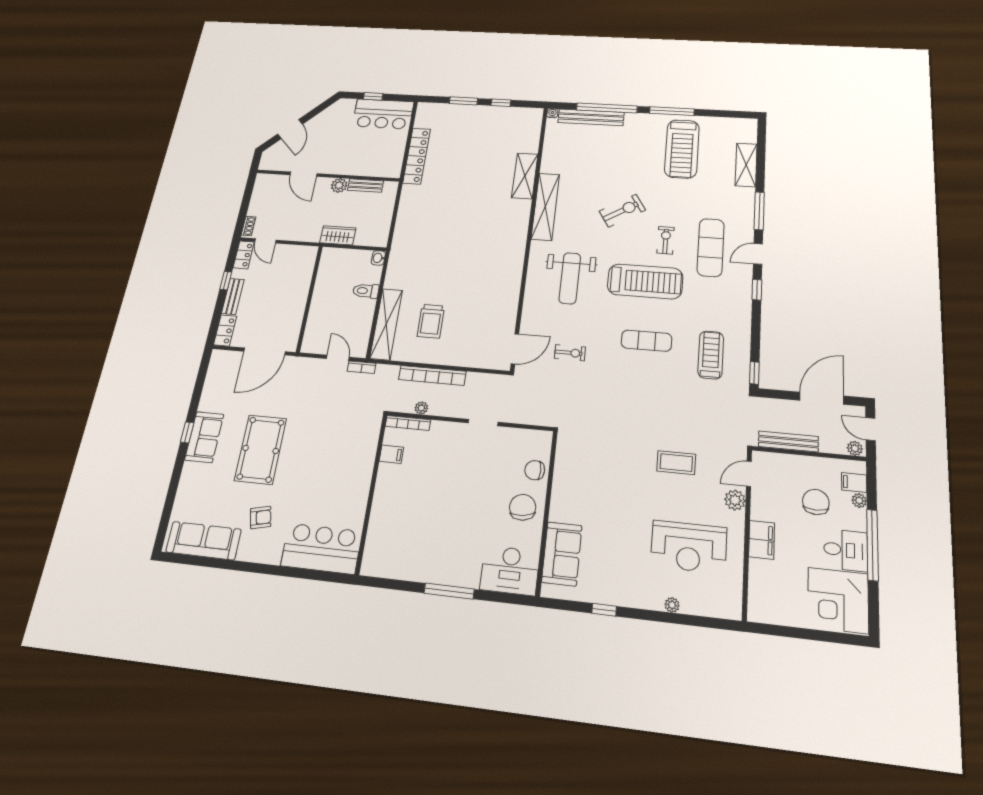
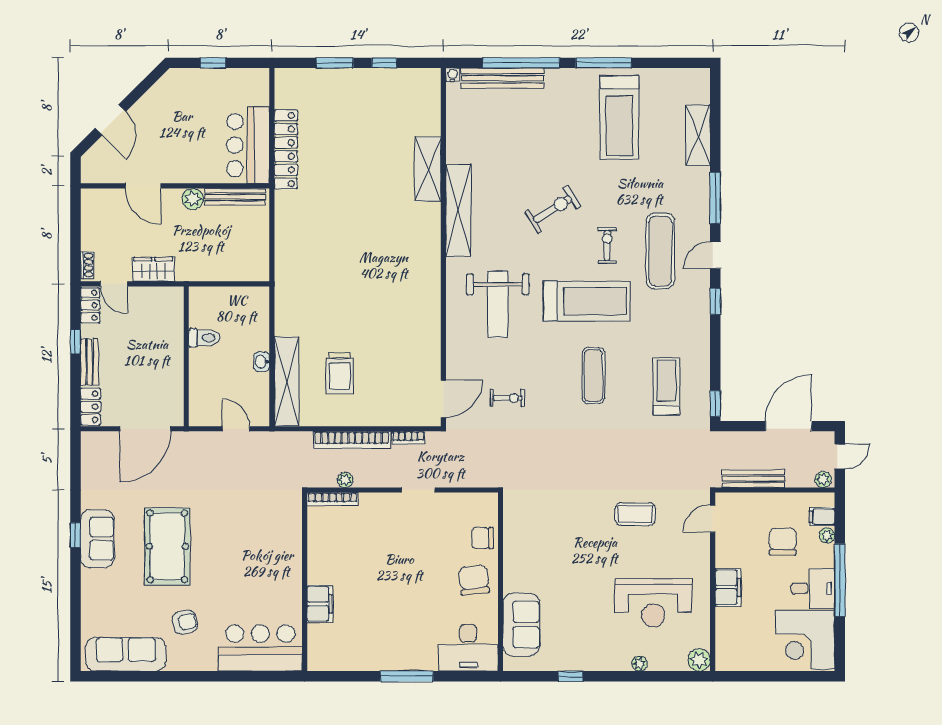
bar counter: (383, 114) -> (248, 145), moved, turned 90
bench: (365, 186) -> (235, 197), width x1.36
wardrobe: (338, 235) -> (153, 269), moved
washbasin: (378, 258) -> (262, 362), moved
toilet: (366, 291) -> (204, 338), moved, turned 180
exercise mat: (647, 341) -> (593, 375), turned 90
bookcase: (362, 367) -> (408, 438), moved
door: (871, 429) -> (840, 456), swing flipped
filing cabinet: (391, 454) -> (320, 604), moved, width x2.00
plant: (735, 500) -> (699, 660), moved

